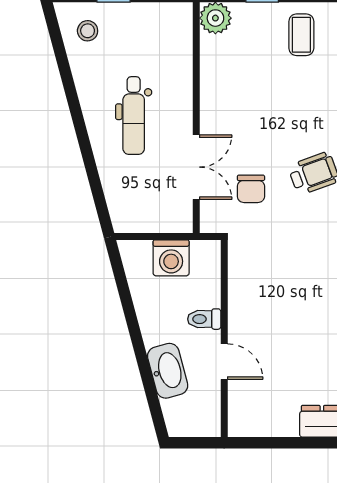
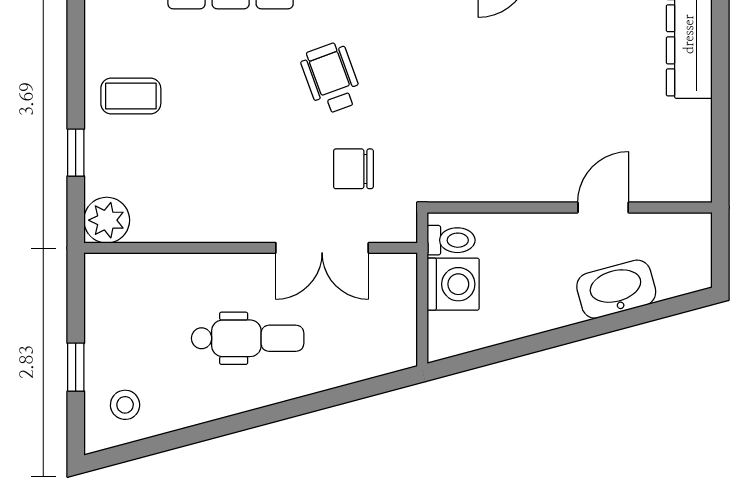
double door: (196, 167) -> (322, 248), swing flipped
chair: (251, 189) -> (353, 169), turned 180
toilet: (204, 319) -> (451, 240), moved, turned -90

